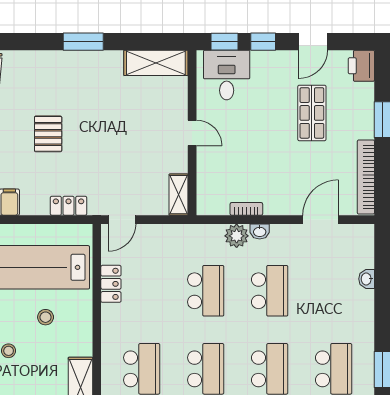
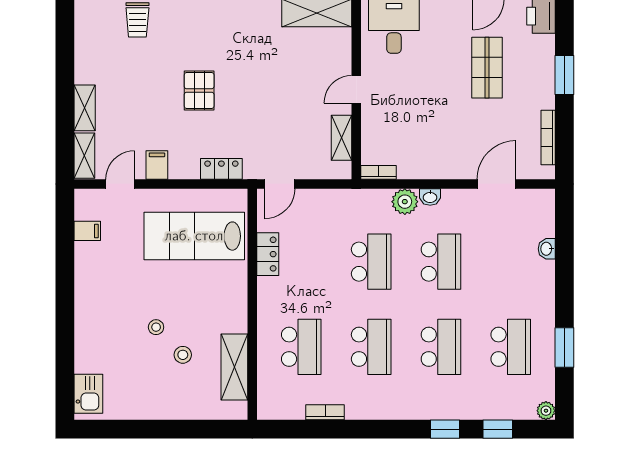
door: (192, 133) -> (356, 89), swing flipped
bookcase: (366, 177) -> (548, 138), width x0.68, depth x0.76
shelving: (179, 195) -> (342, 138), moved
bookcase: (246, 209) -> (379, 172), moved
stool: (46, 317) -> (183, 355), moved

